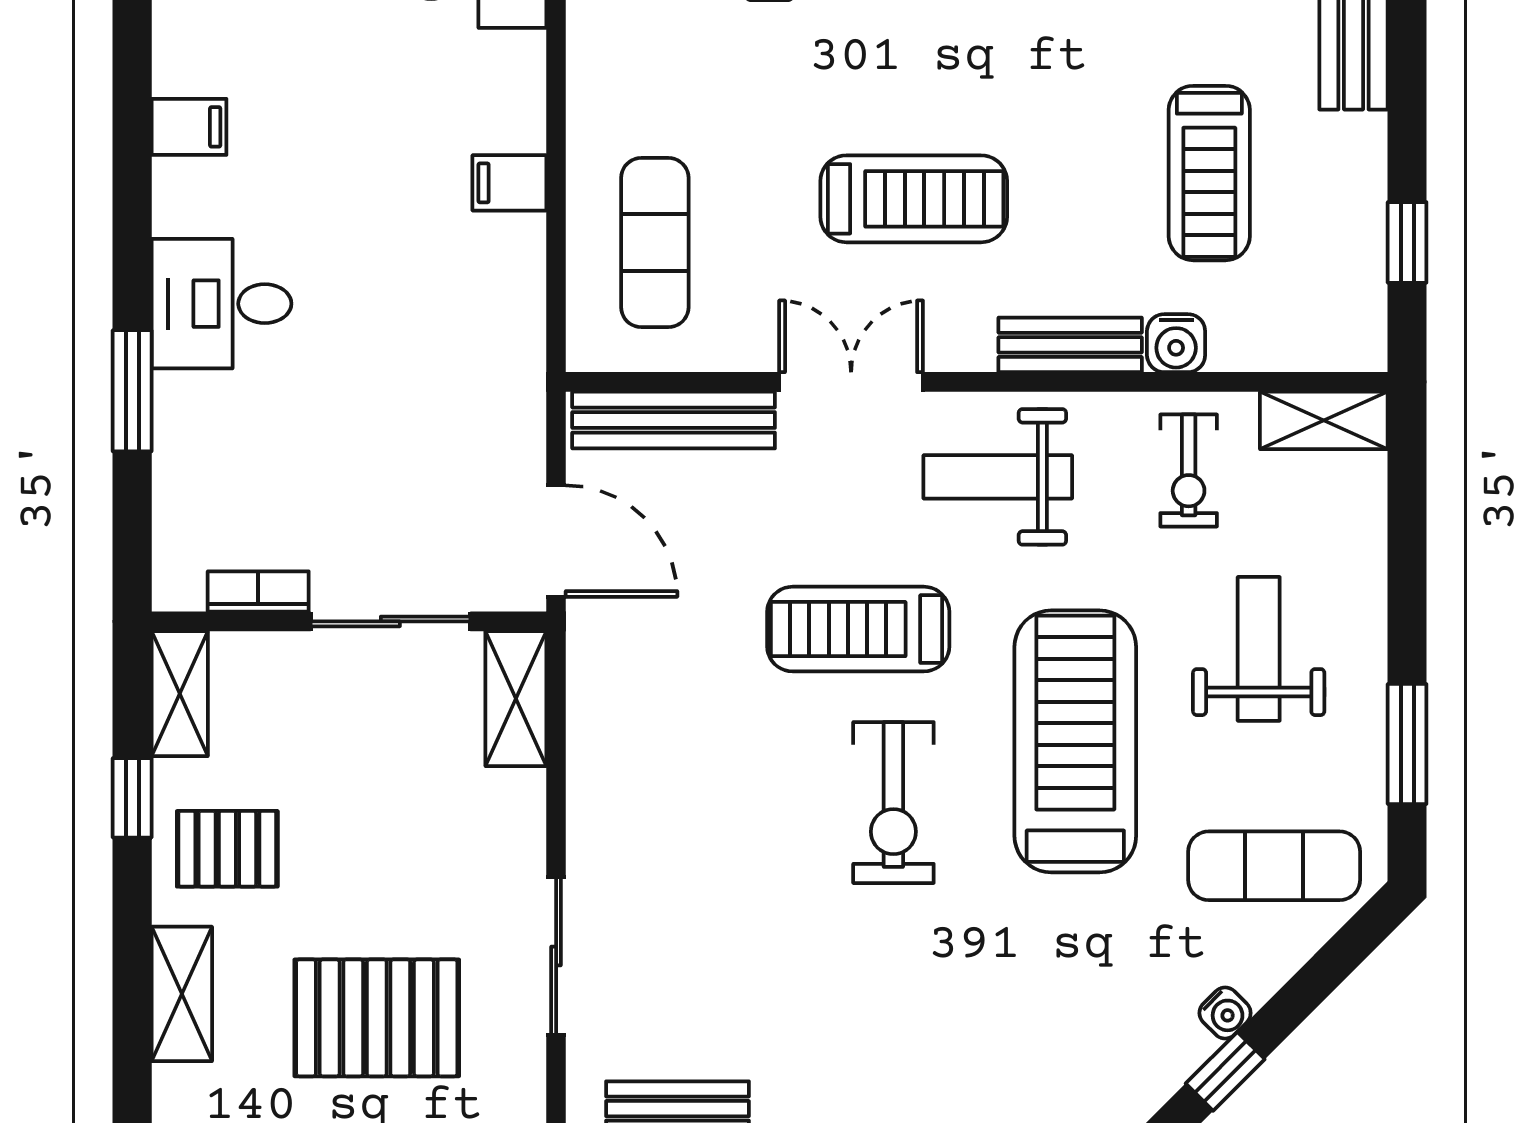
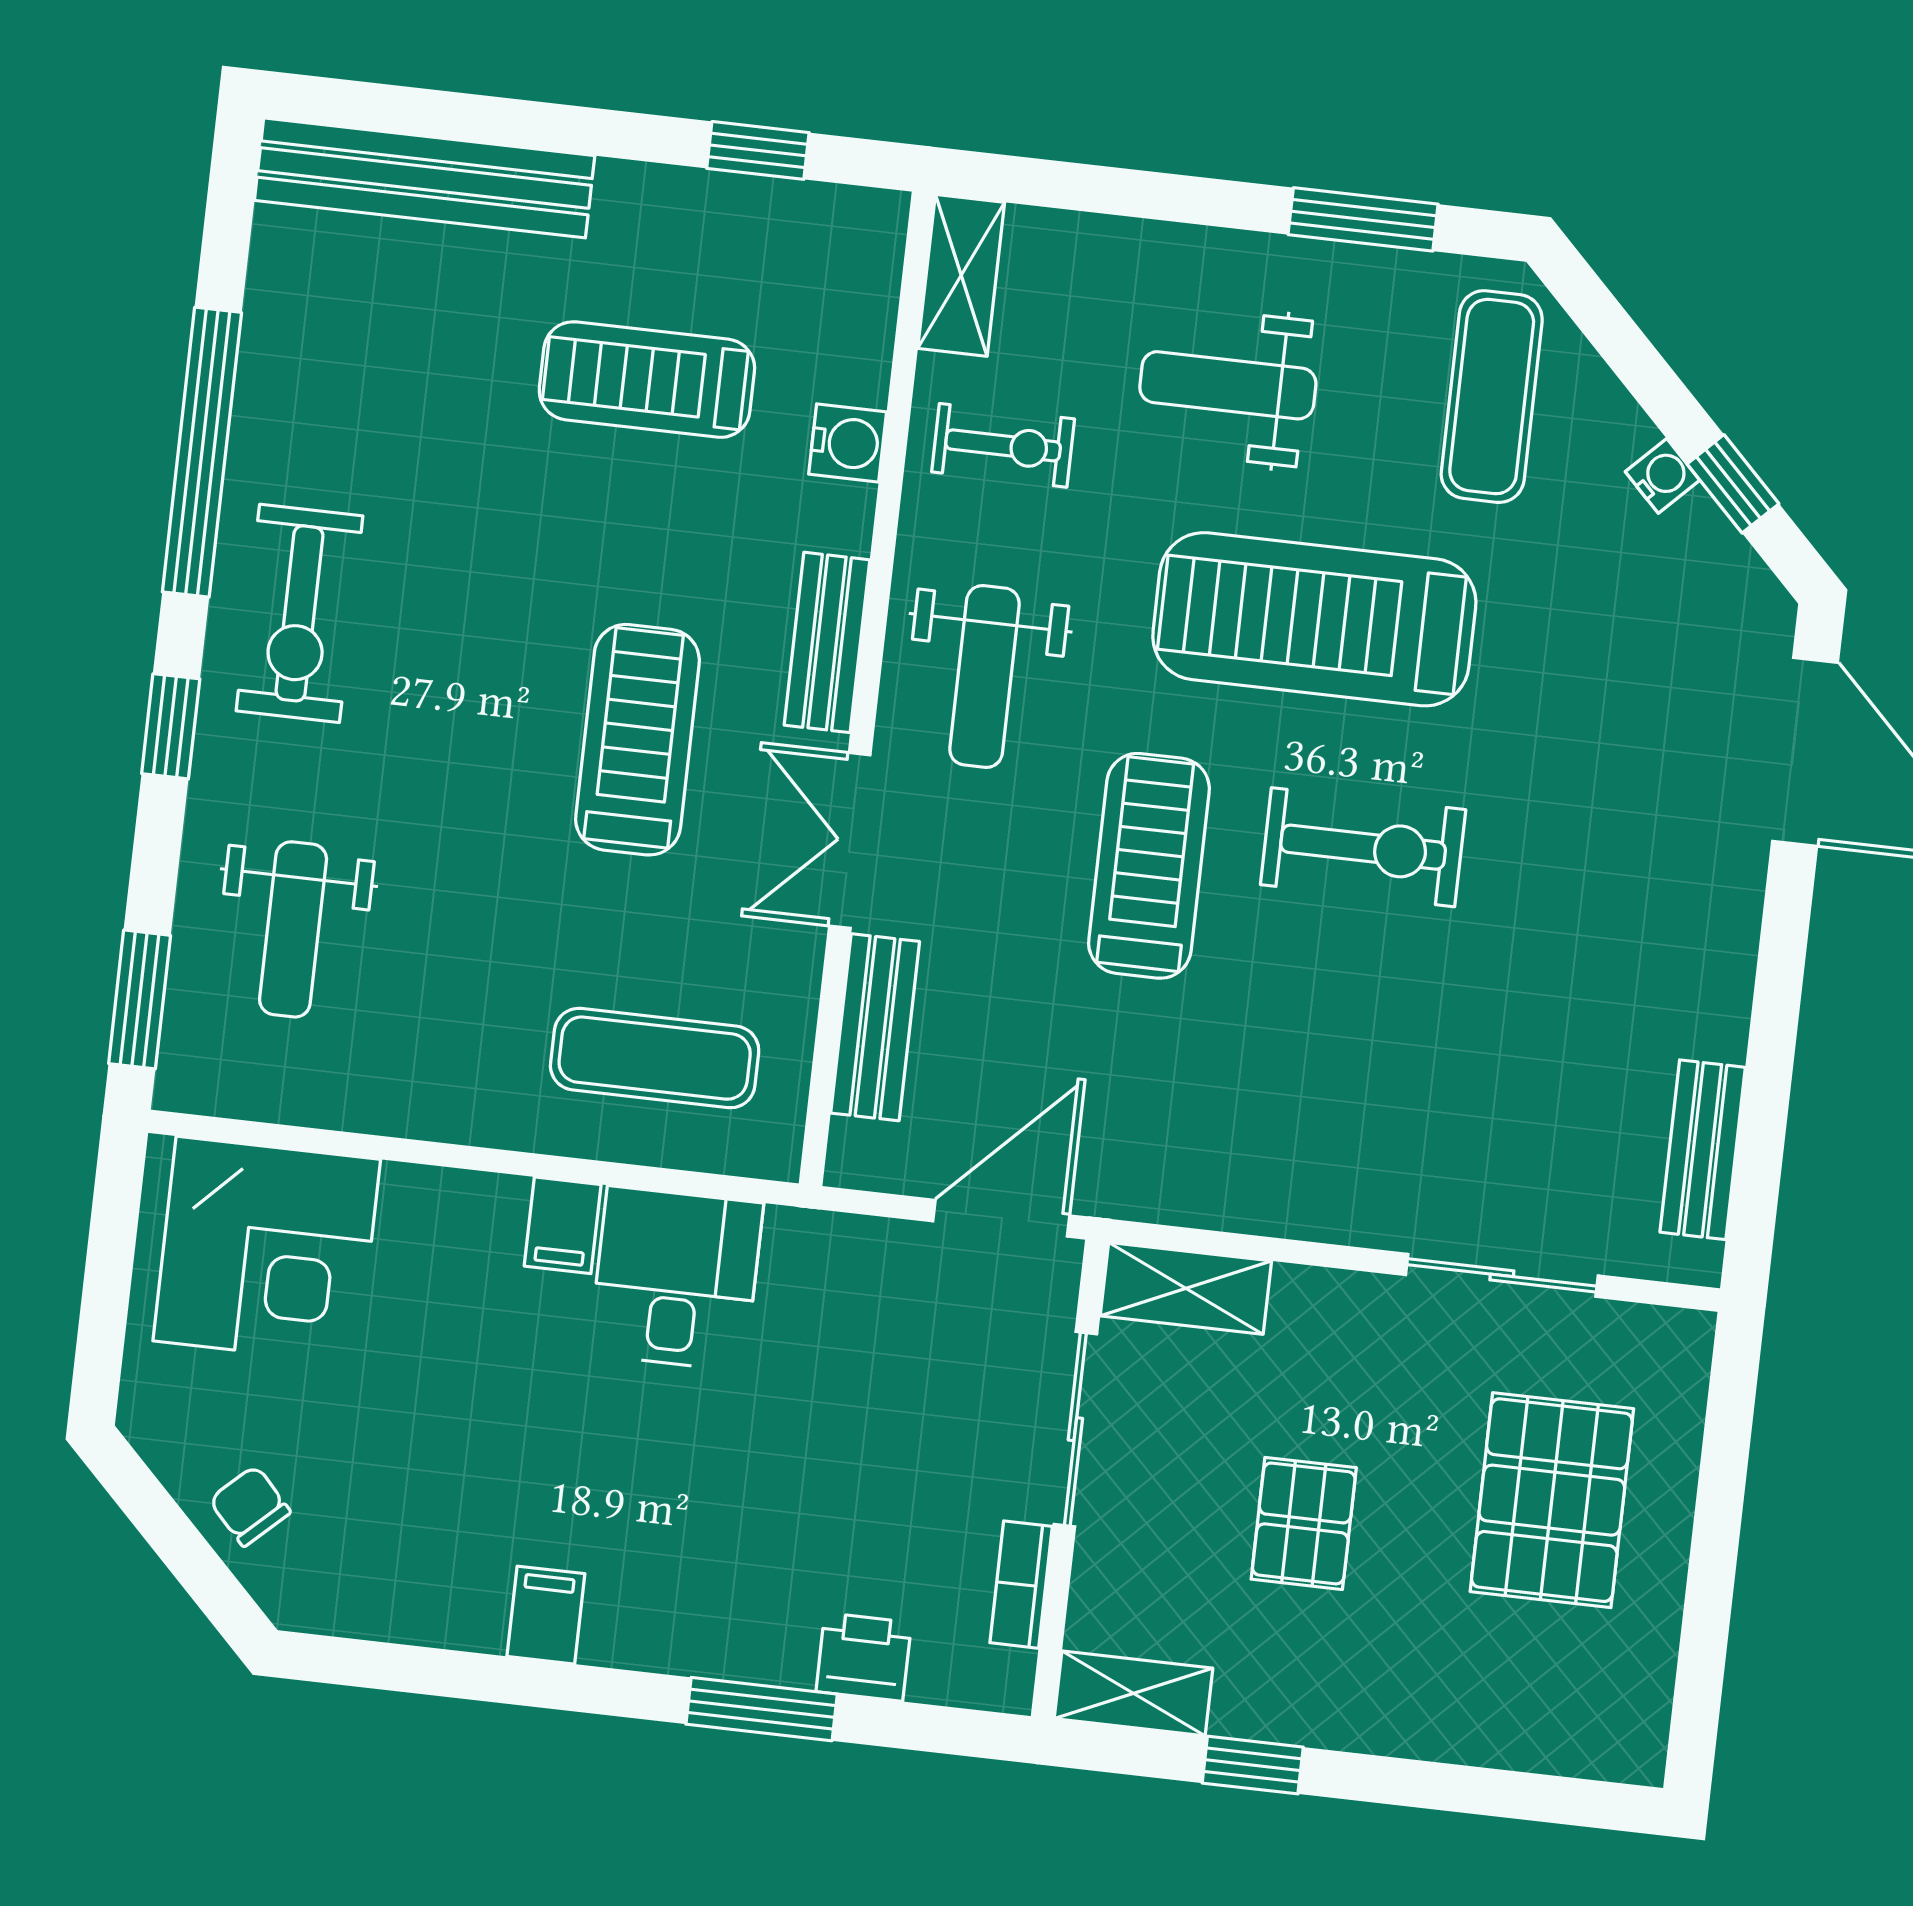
filing cabinet: (189, 127) -> (546, 1615), moved
treadmill: (1209, 173) -> (647, 380), turned 180
desk: (221, 304) -> (676, 1279), moved, turned 180
bench: (1070, 345) -> (827, 642), moved
bench: (674, 420) -> (875, 1027), width x0.73
printer: (184, 469) -> (864, 1657), added
treadmill: (858, 629) -> (1149, 866), turned 180
pallet: (227, 849) -> (1304, 1523), moved
shelving: (182, 994) -> (1496, 1732), removed

